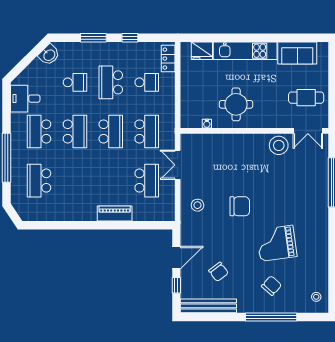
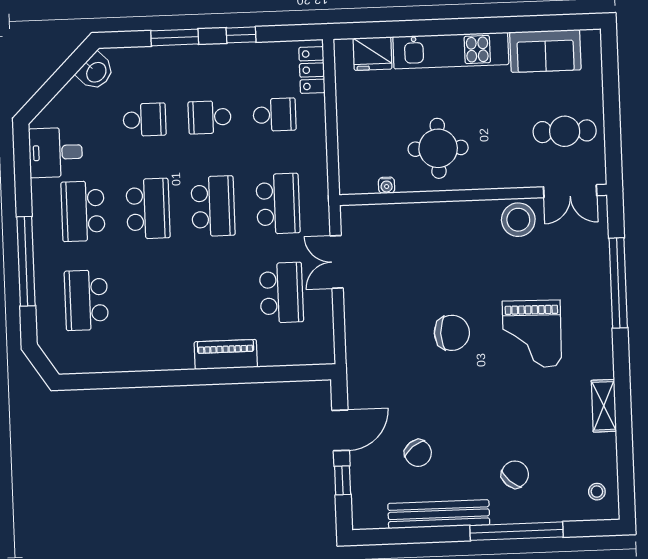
school desk: (111, 82) -> (210, 117), width x0.54
stool: (197, 205) -> (375, 334), removed
grand piano: (277, 243) -> (532, 334), moved, turned -81
shelving: (322, 250) -> (604, 406), added
bench: (208, 306) -> (439, 514), moved

